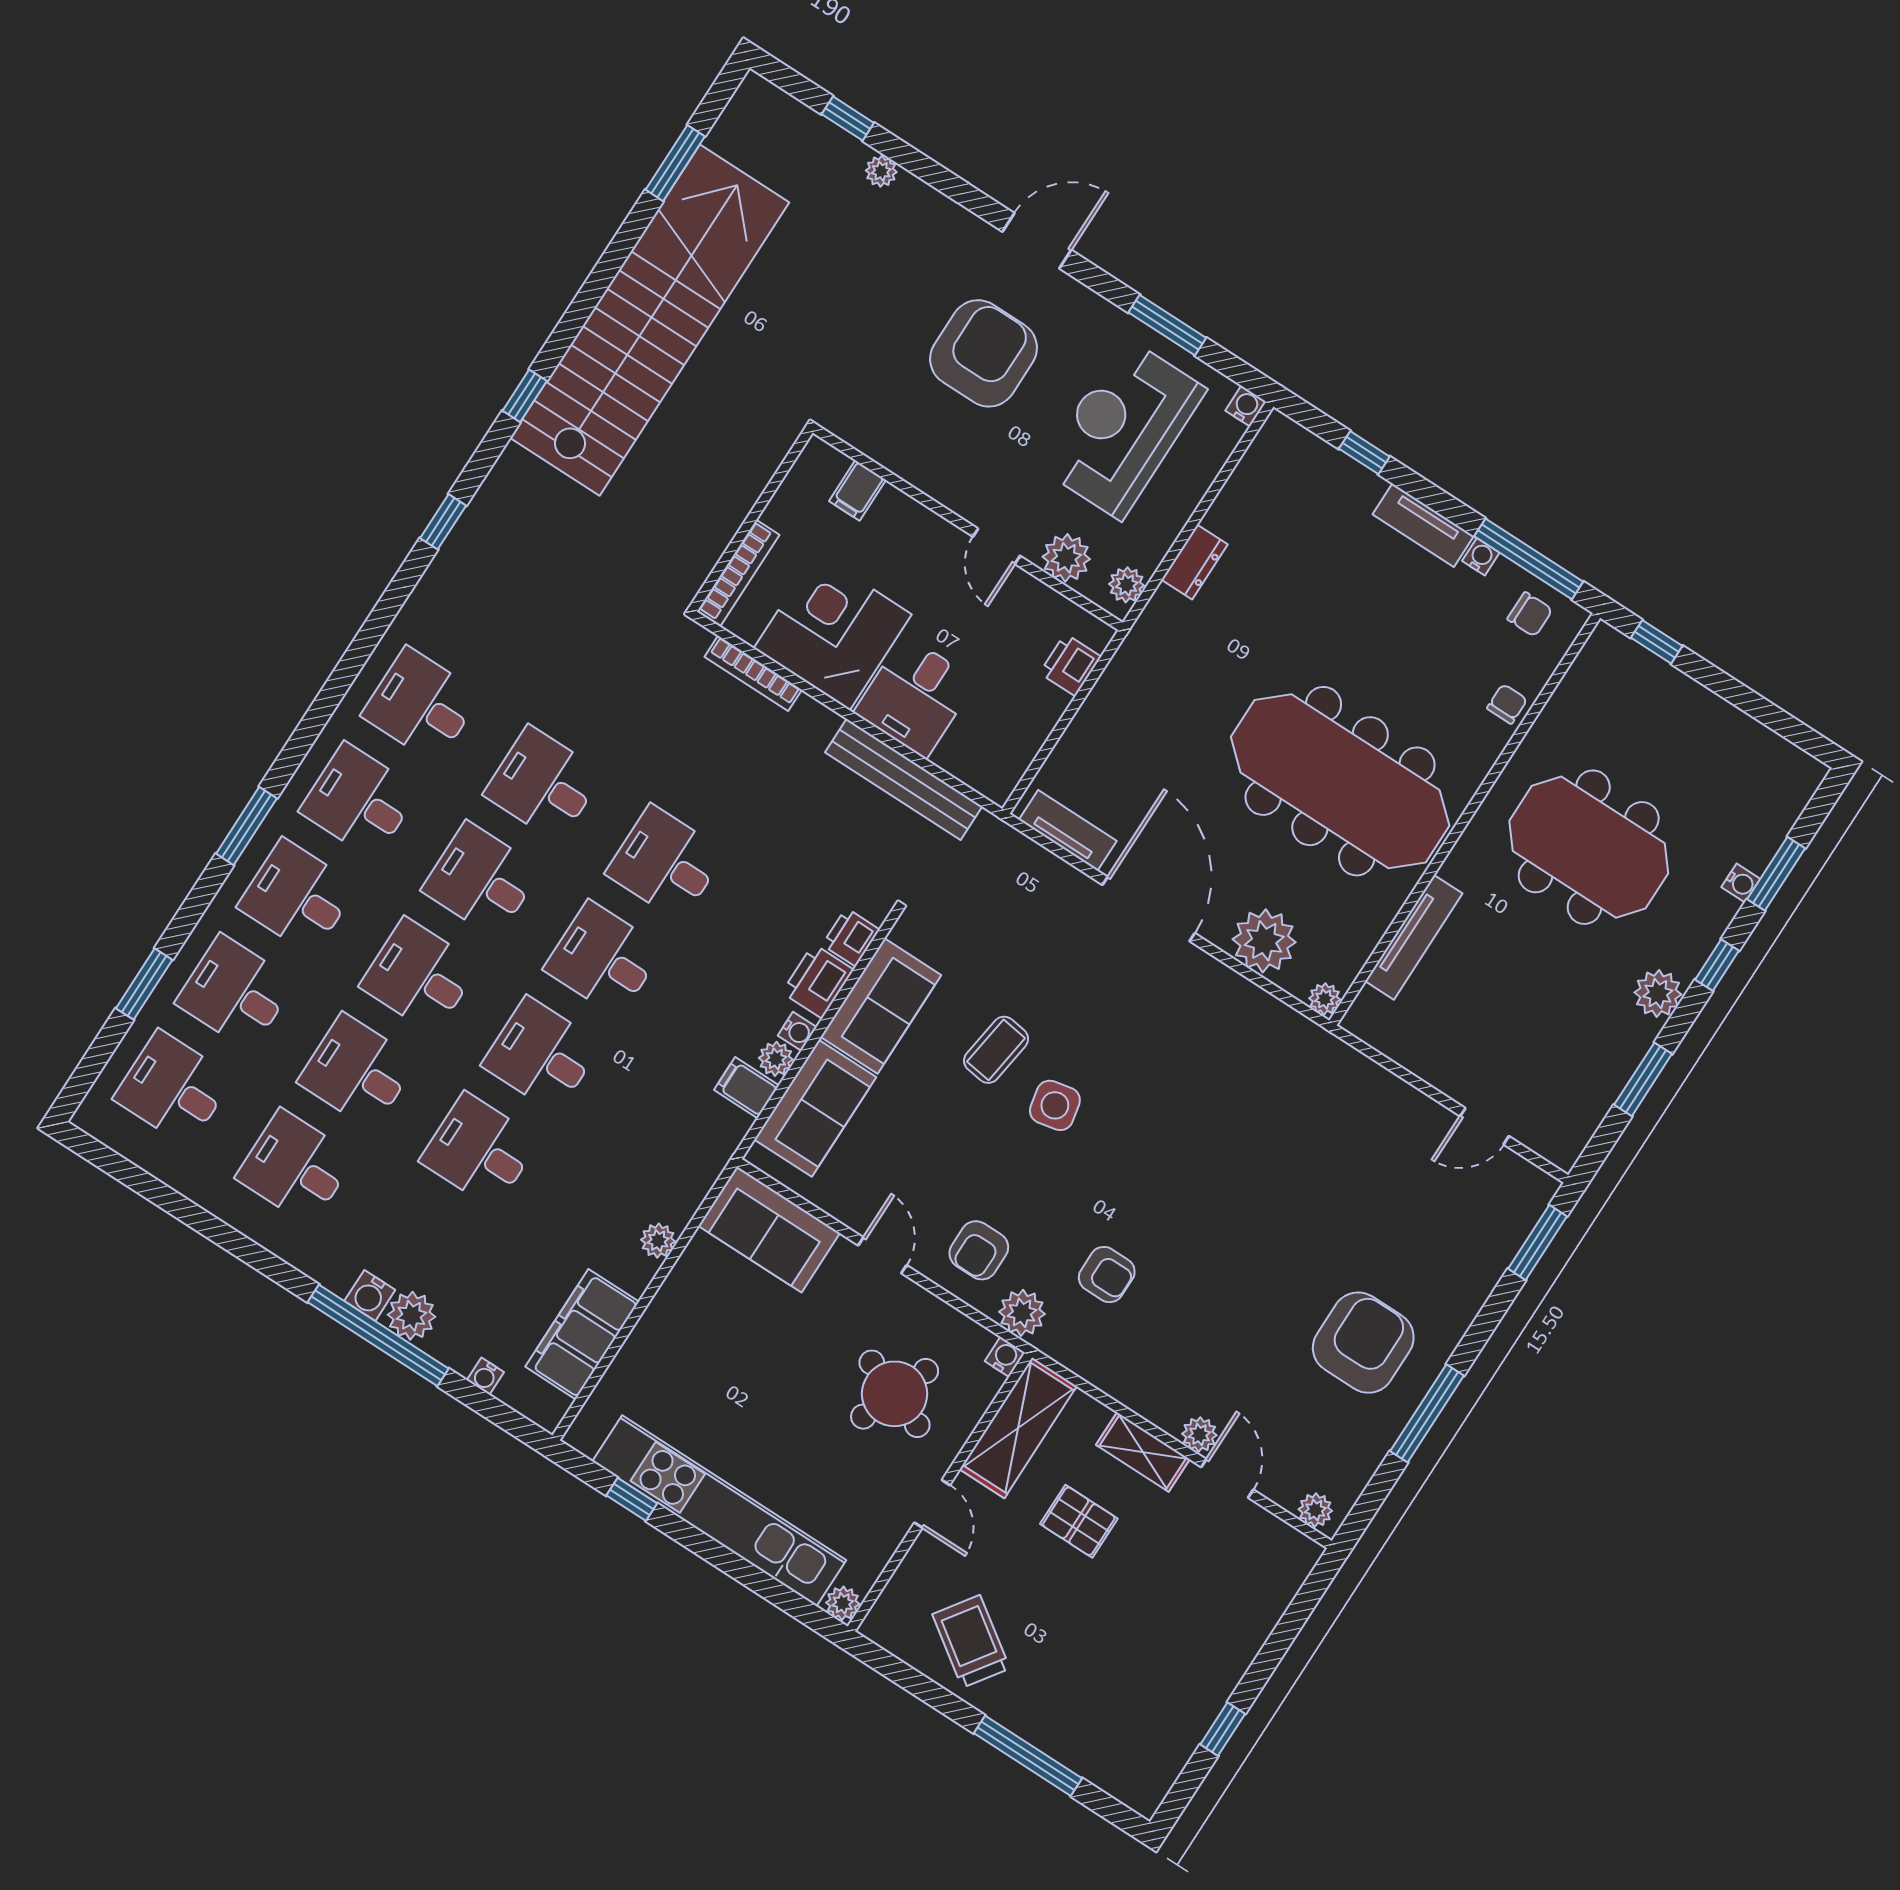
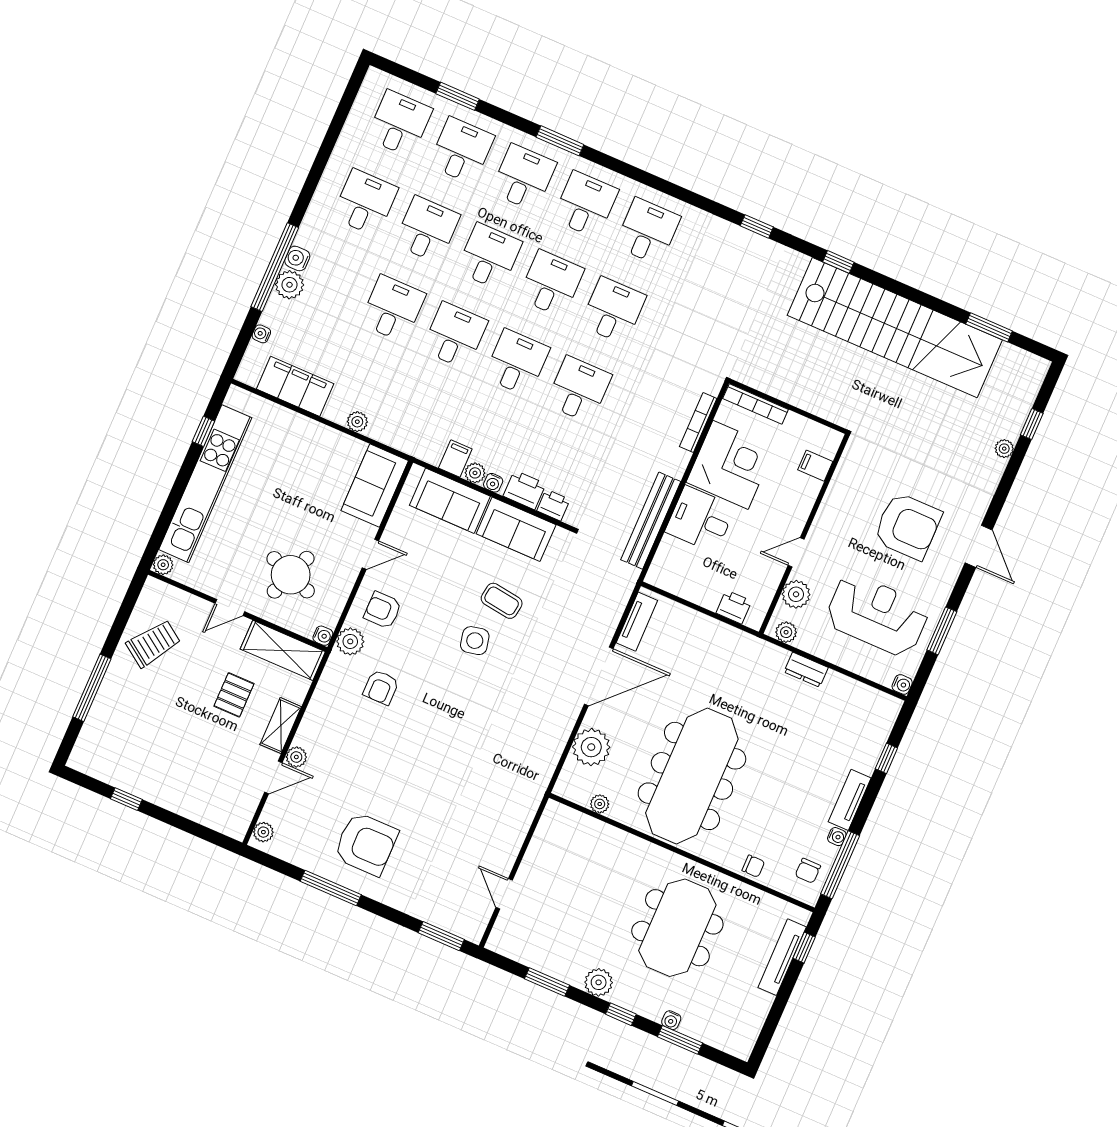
tv unit: (1414, 937) -> (782, 957), moved, turned 90
plant: (1325, 999) -> (600, 804), moved

